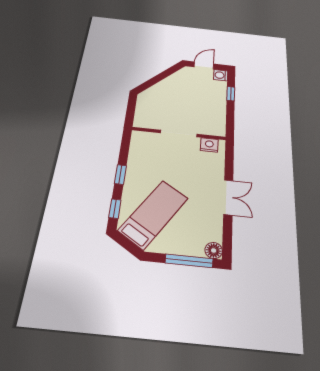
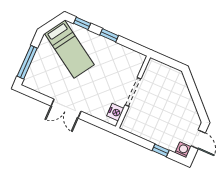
floor lamp: (214, 250) -> (29, 82), removed

